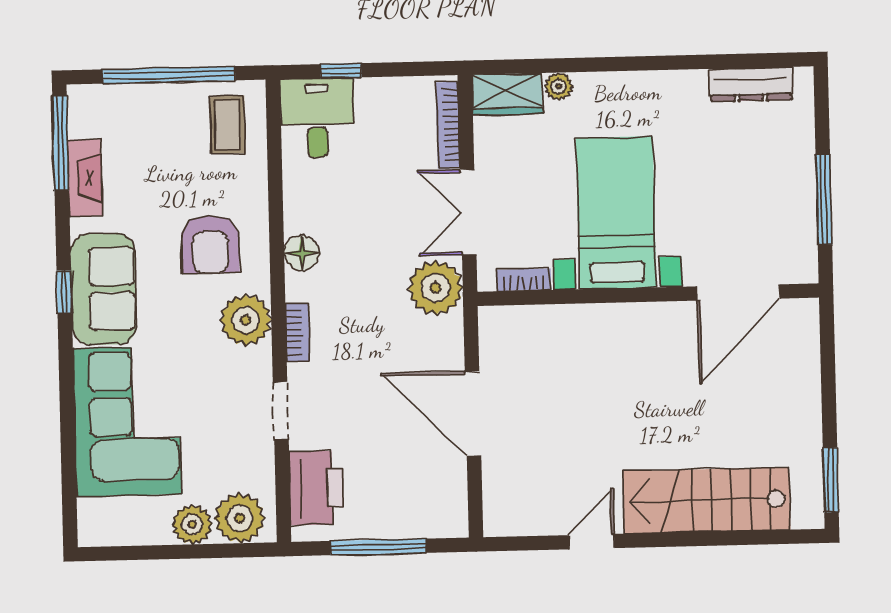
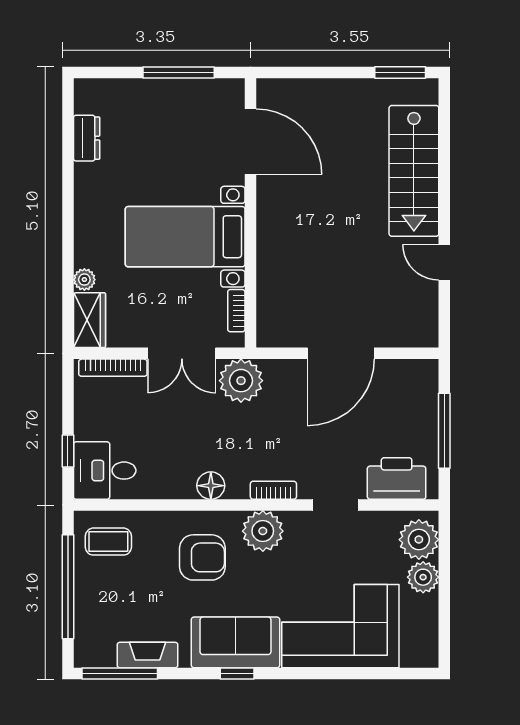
dresser: (751, 84) -> (87, 138), width x0.70

